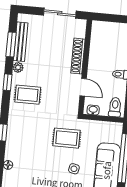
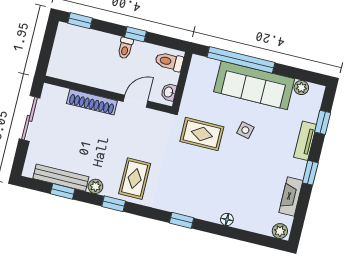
window: (11, 44) -> (63, 191), width x0.67
rug: (67, 138) -> (202, 134), turned 90

